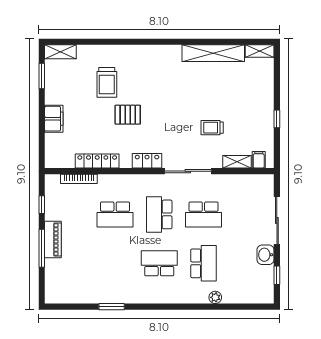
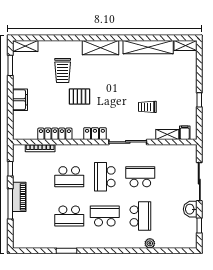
shelving: (154, 54) -> (100, 48), added
school desk: (203, 214) -> (140, 177), turned 180
school desk: (115, 263) -> (69, 216), added

